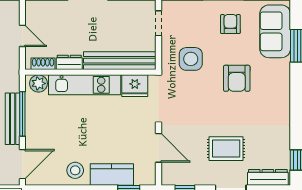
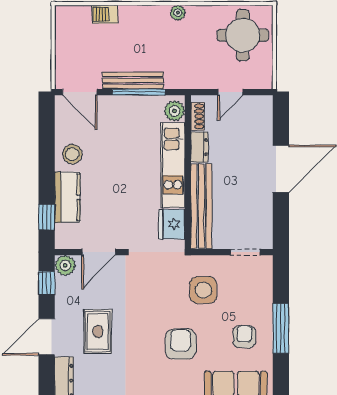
armchair: (230, 24) -> (244, 337), turned -90
armchair: (237, 78) -> (181, 344), turned 90
plant: (170, 176) -> (65, 265), added

